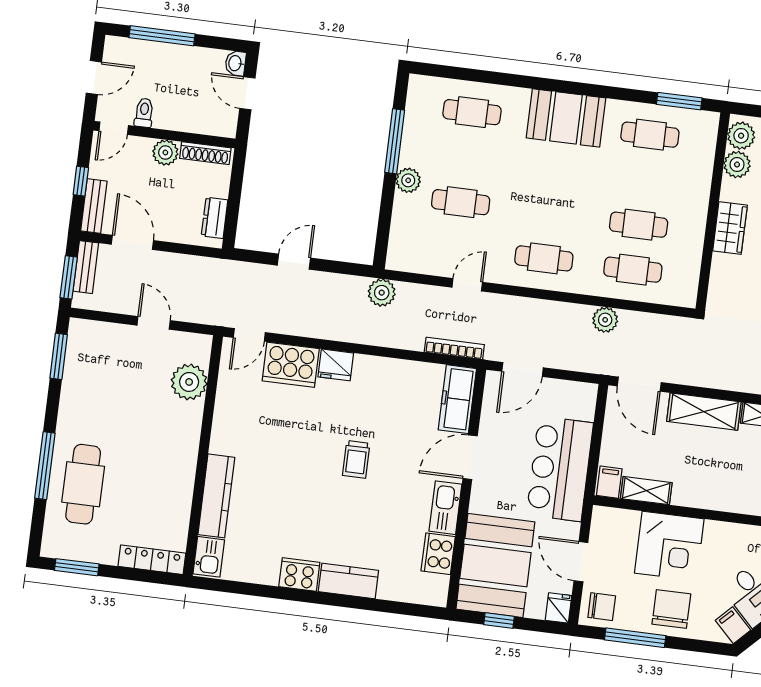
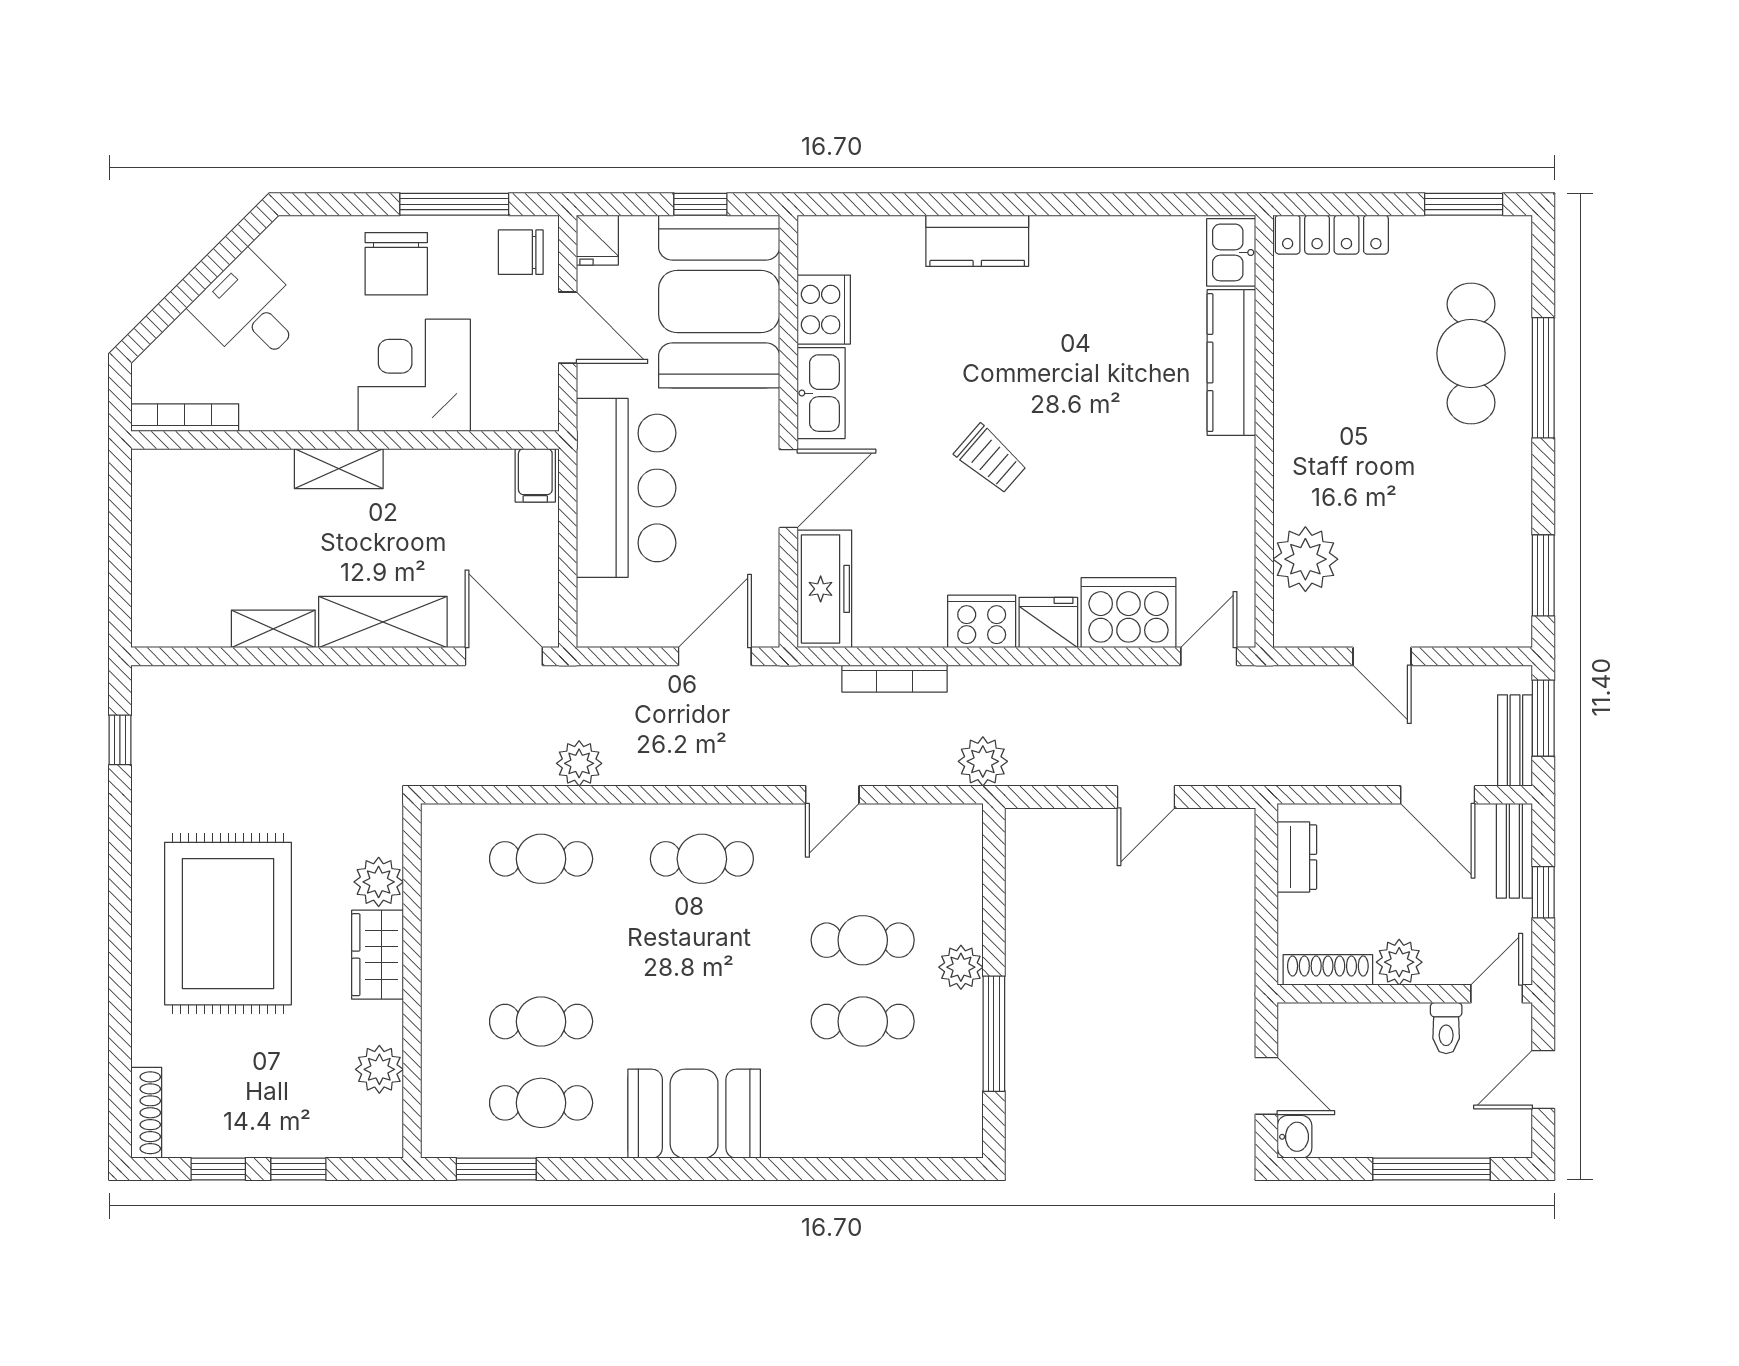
cafe table: (472, 112) -> (863, 1022), moved
plant: (741, 136) -> (379, 882), moved
cafe table: (639, 225) -> (541, 1022), moved
bookcase: (454, 348) -> (895, 679), moved
trolley: (356, 459) -> (991, 459), turned 131
shelving: (646, 491) -> (339, 469), moved
cooker: (299, 574) -> (982, 621), moved, turned 180
filing cabinet: (733, 625) -> (283, 248), removed

